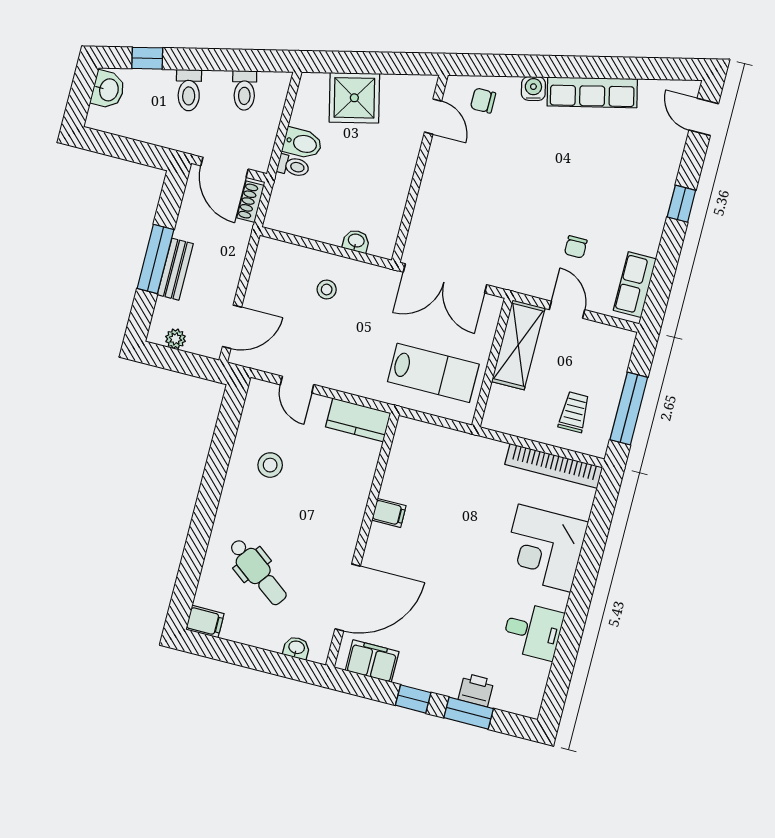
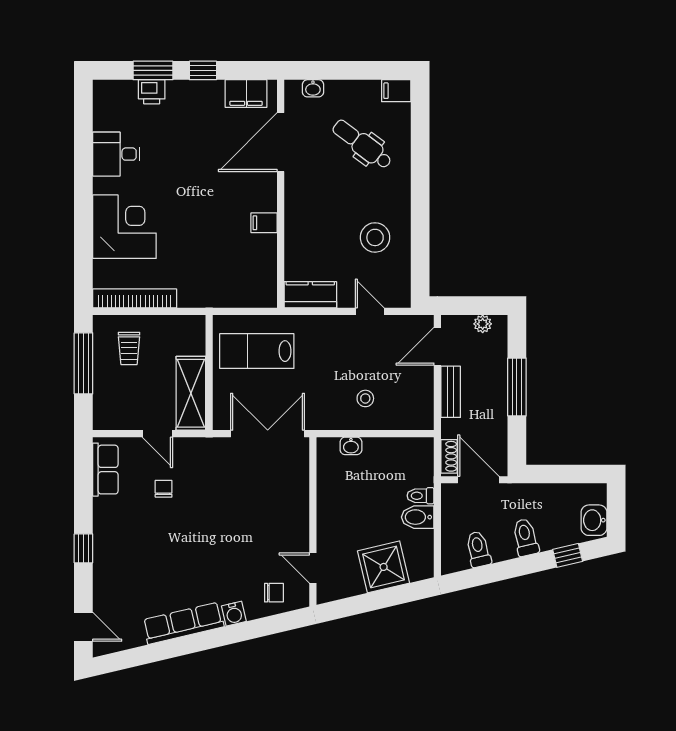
bench: (175, 269) -> (451, 392), moved
stool: (270, 465) -> (375, 237), width x1.38, depth x1.38

